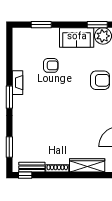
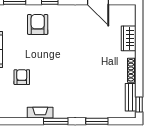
window: (9, 147) -> (97, 121), moved
wardrobe: (87, 165) -> (129, 38), width x0.67

